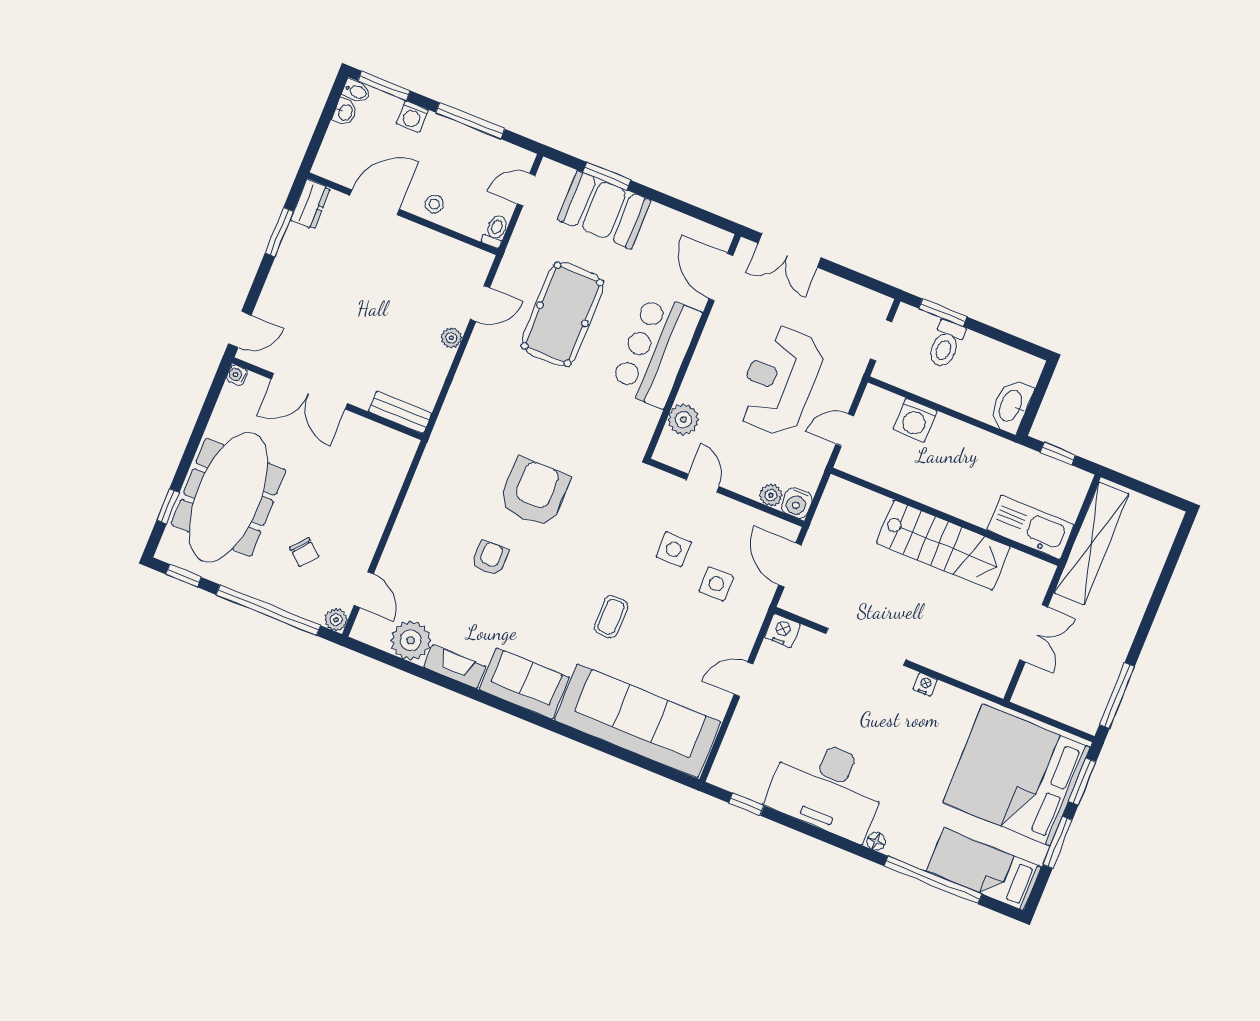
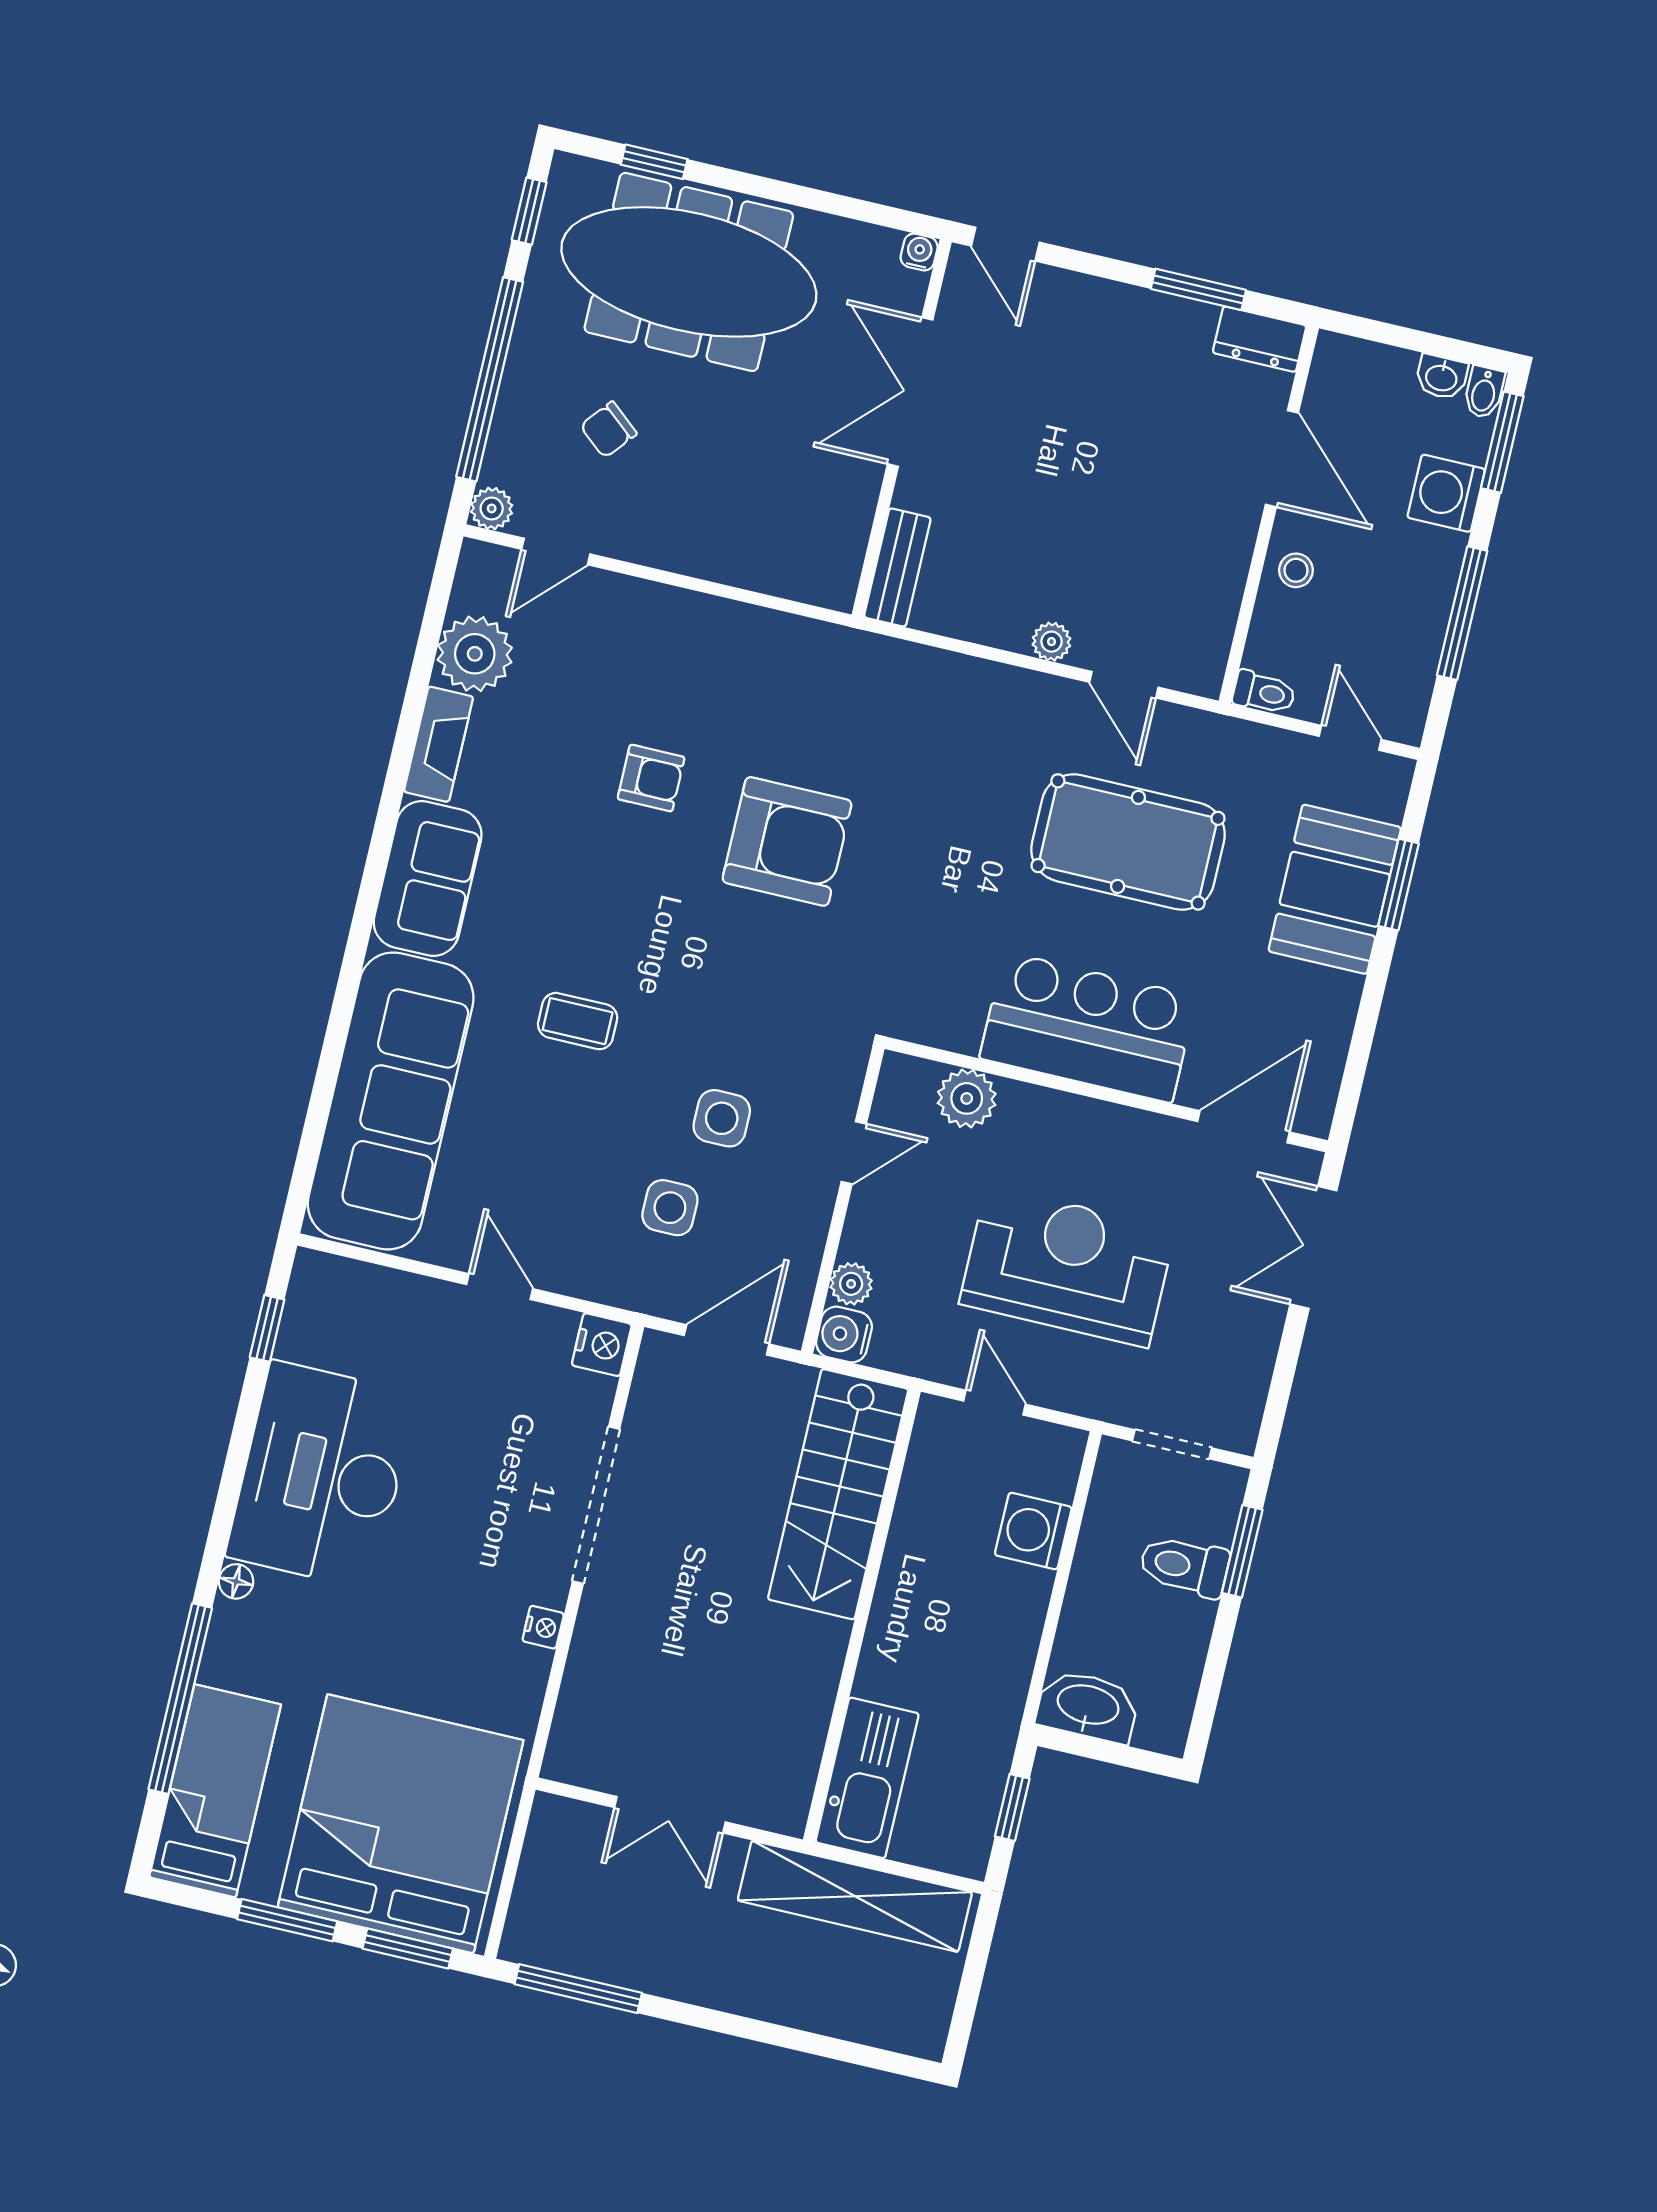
washing machine: (412, 117) -> (1446, 493), width x1.38, depth x1.38
stairs: (943, 545) -> (838, 1494), moved

